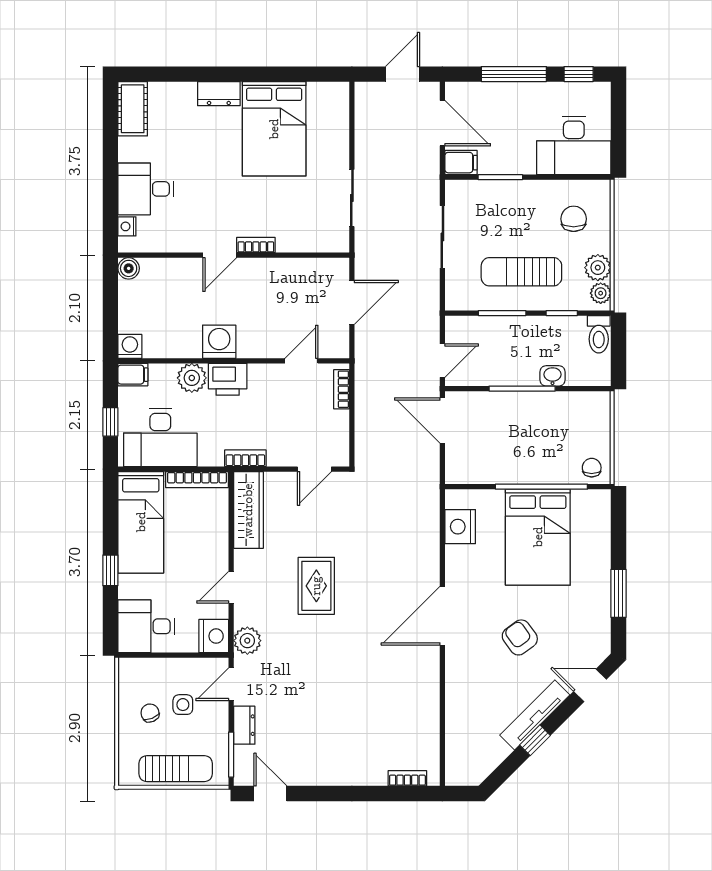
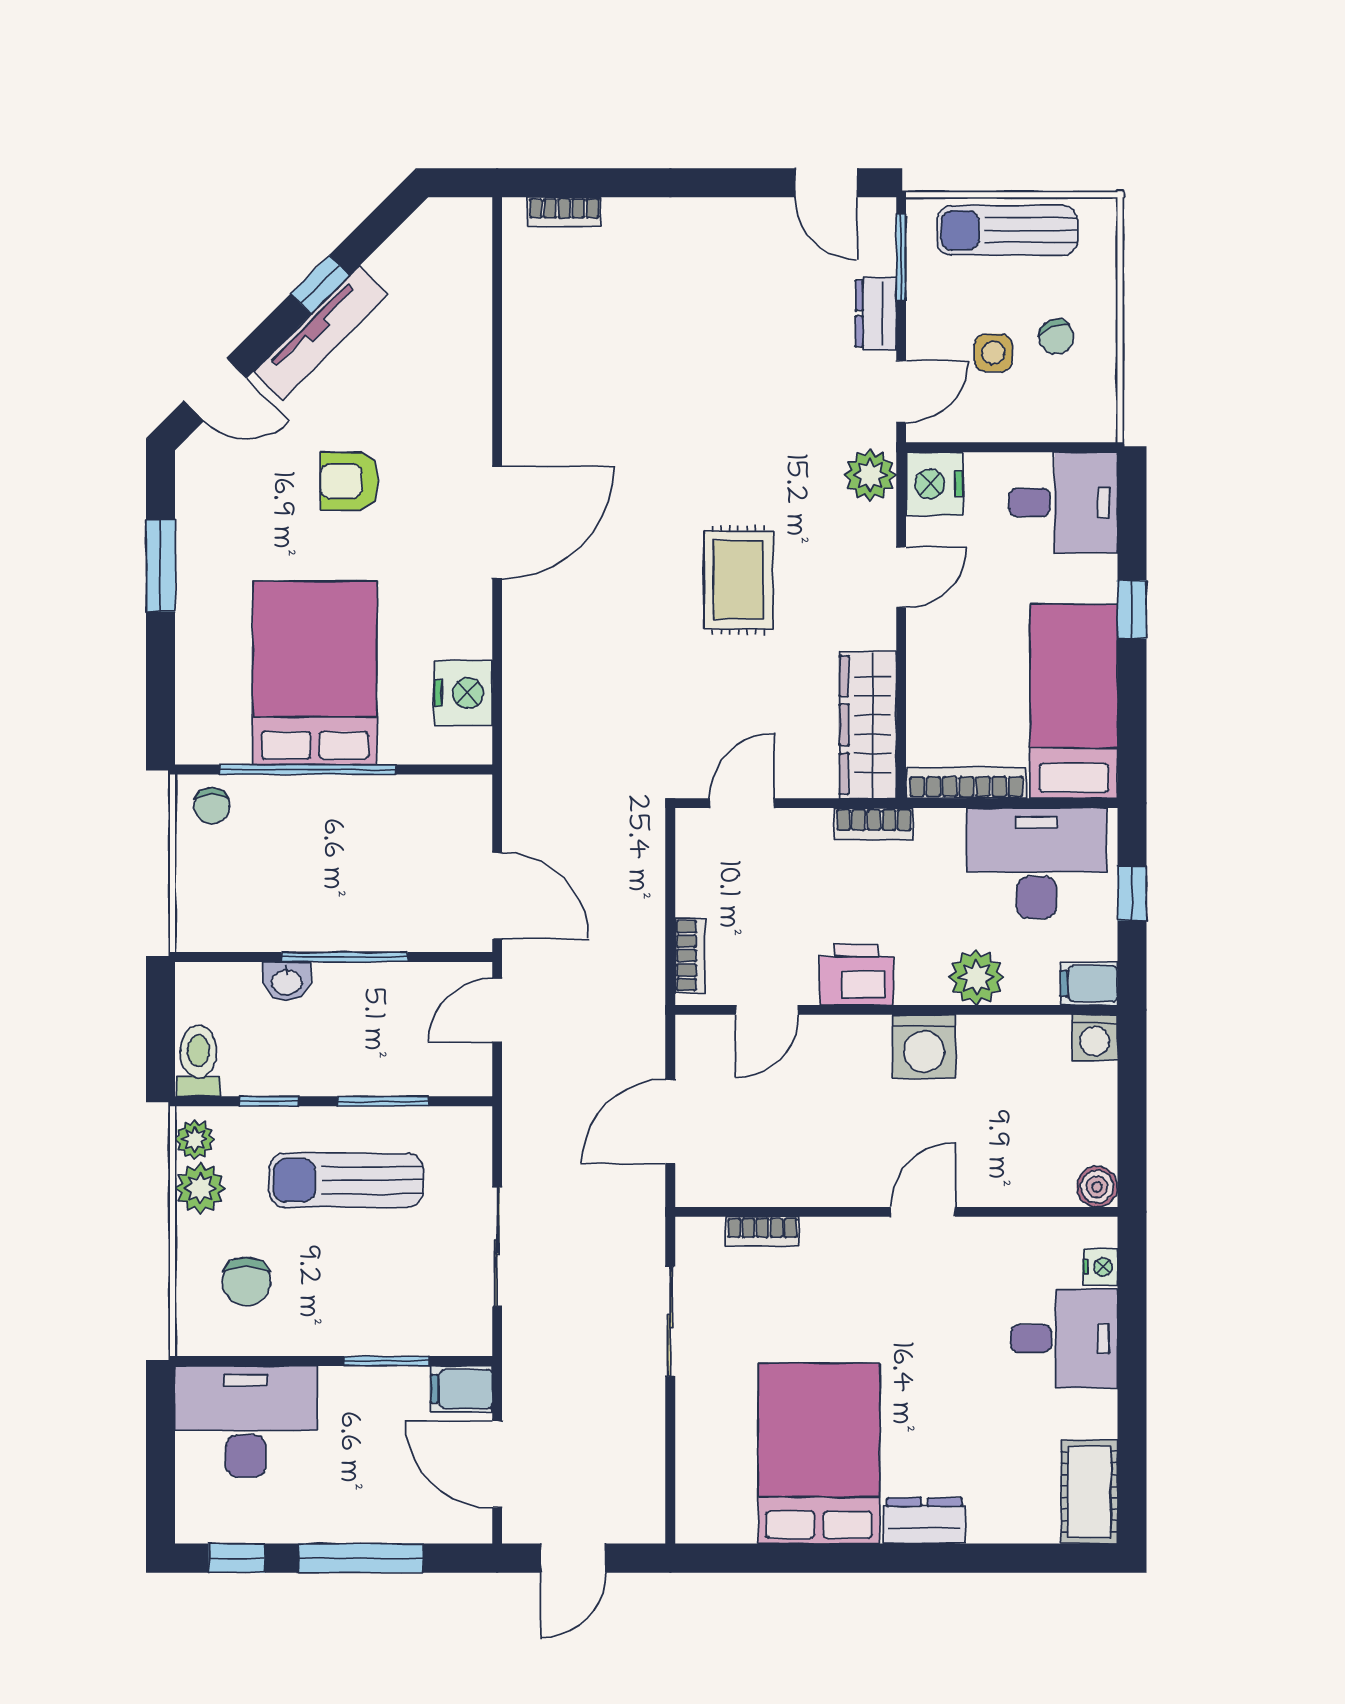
bookcase: (256, 245) -> (762, 1231), moved
sun lounger: (521, 272) -> (346, 1180), turned 180
printer: (228, 379) -> (857, 975), moved
armchair: (520, 637) -> (349, 481), turned 126

